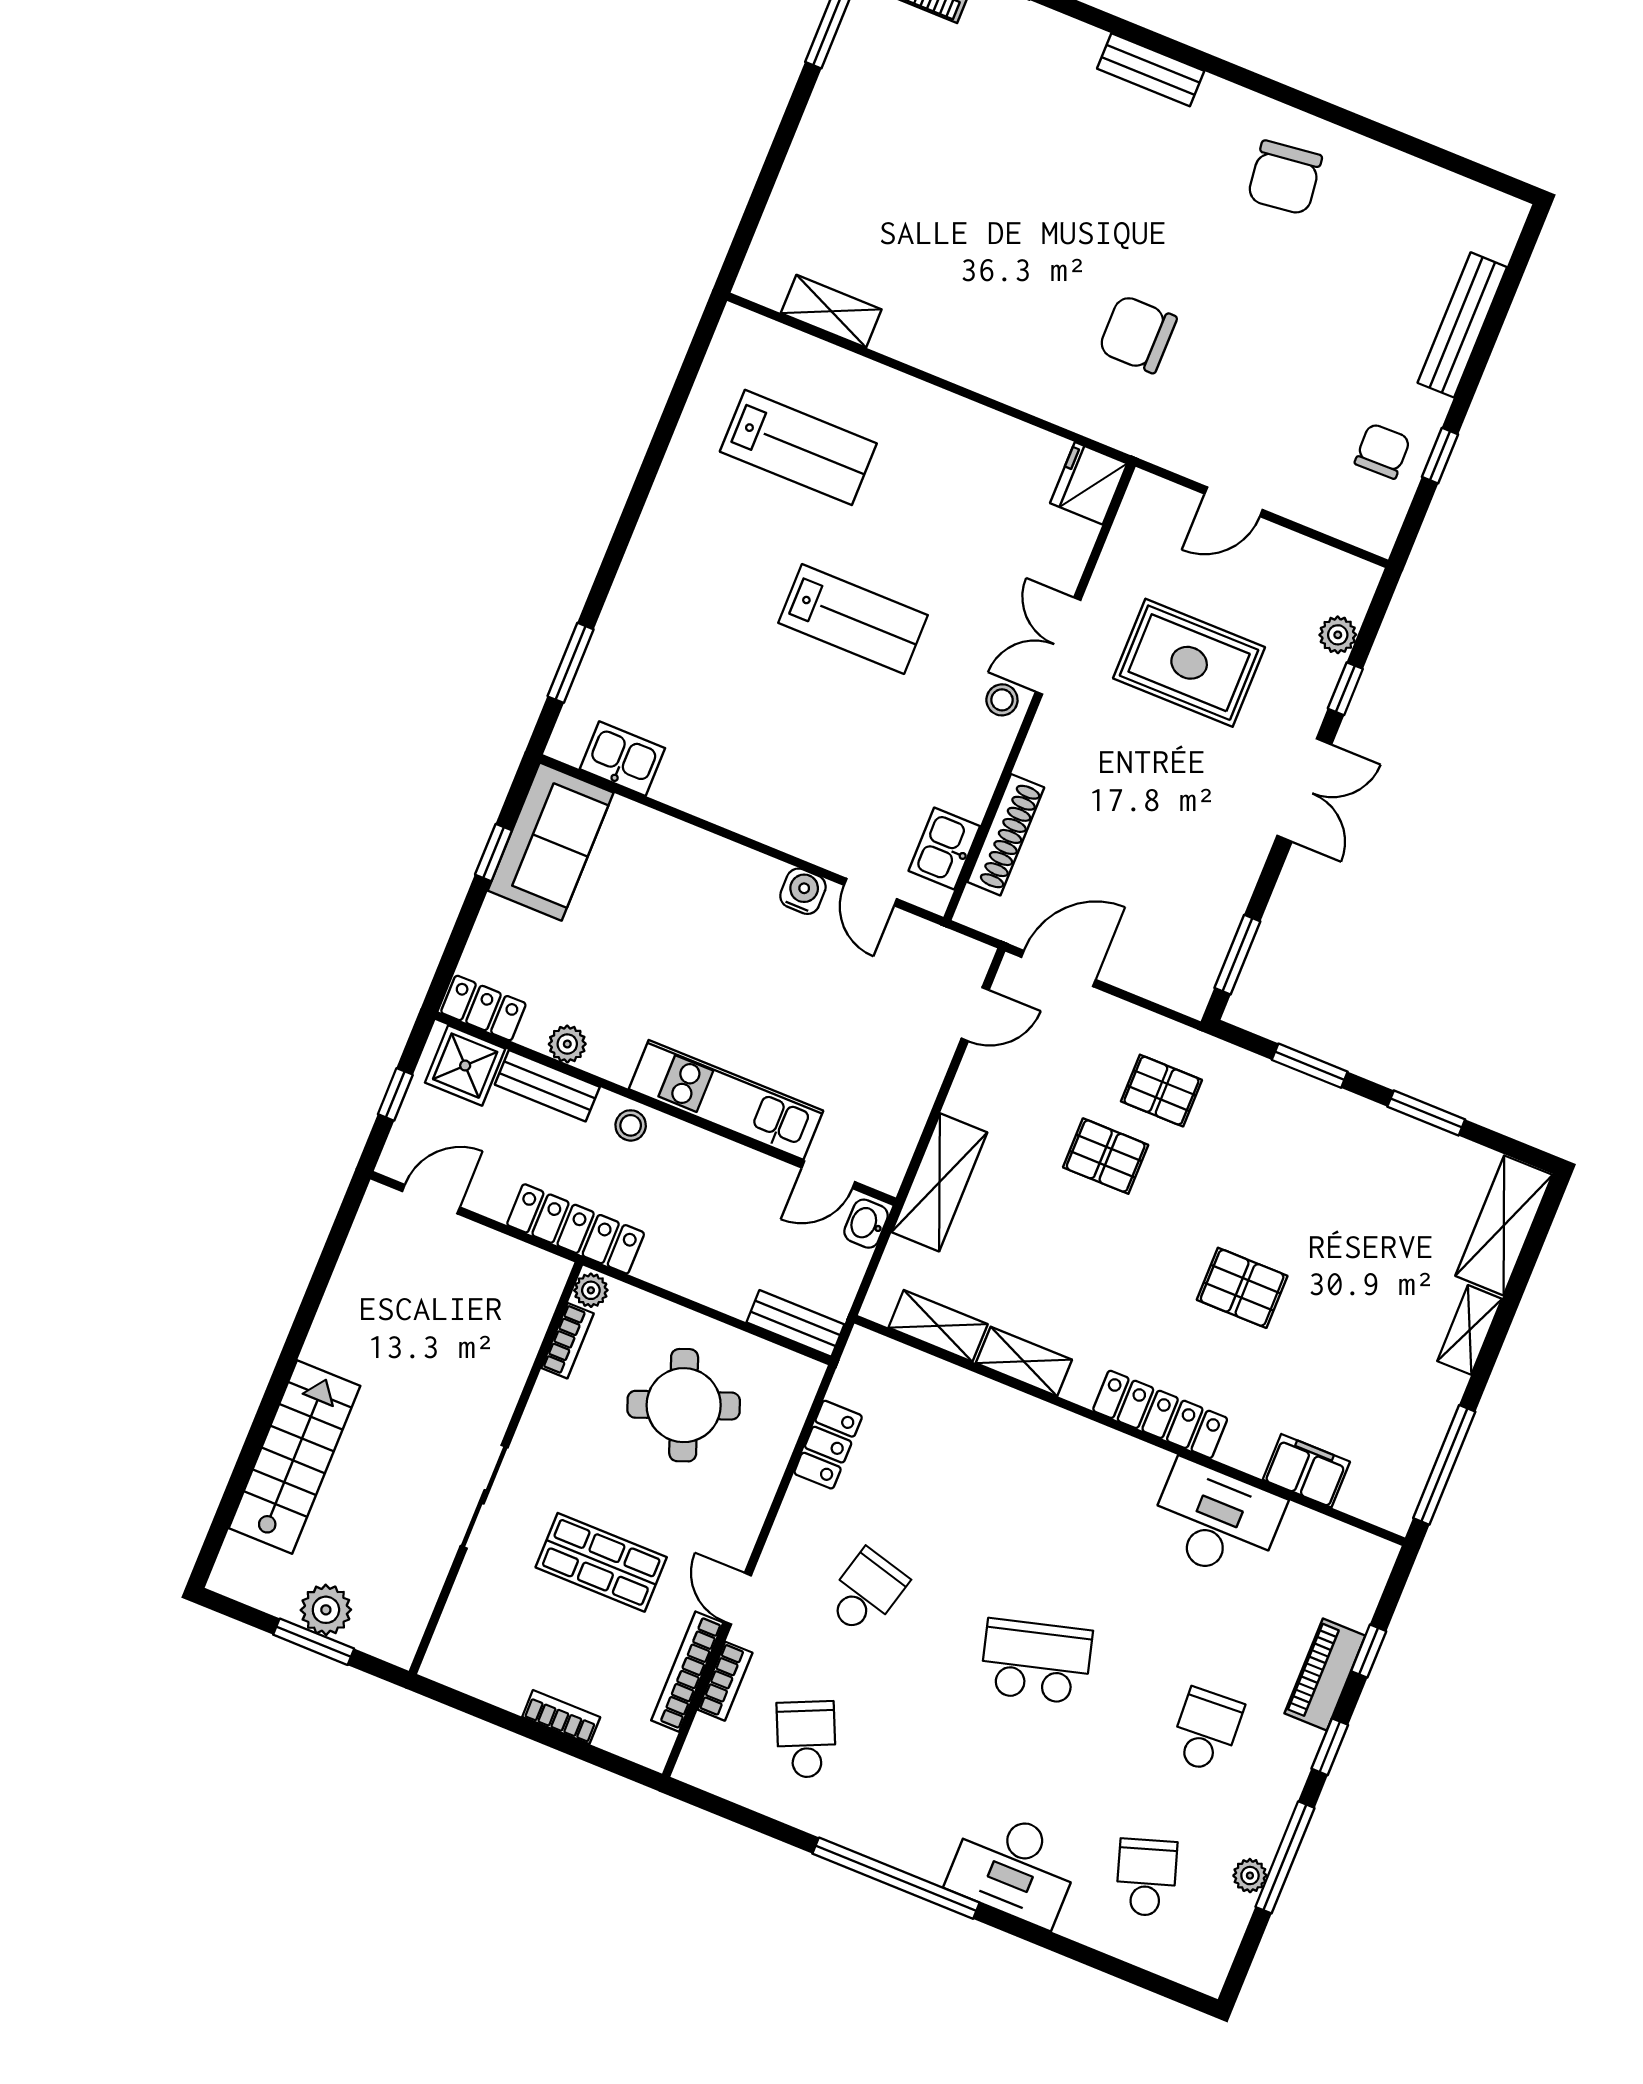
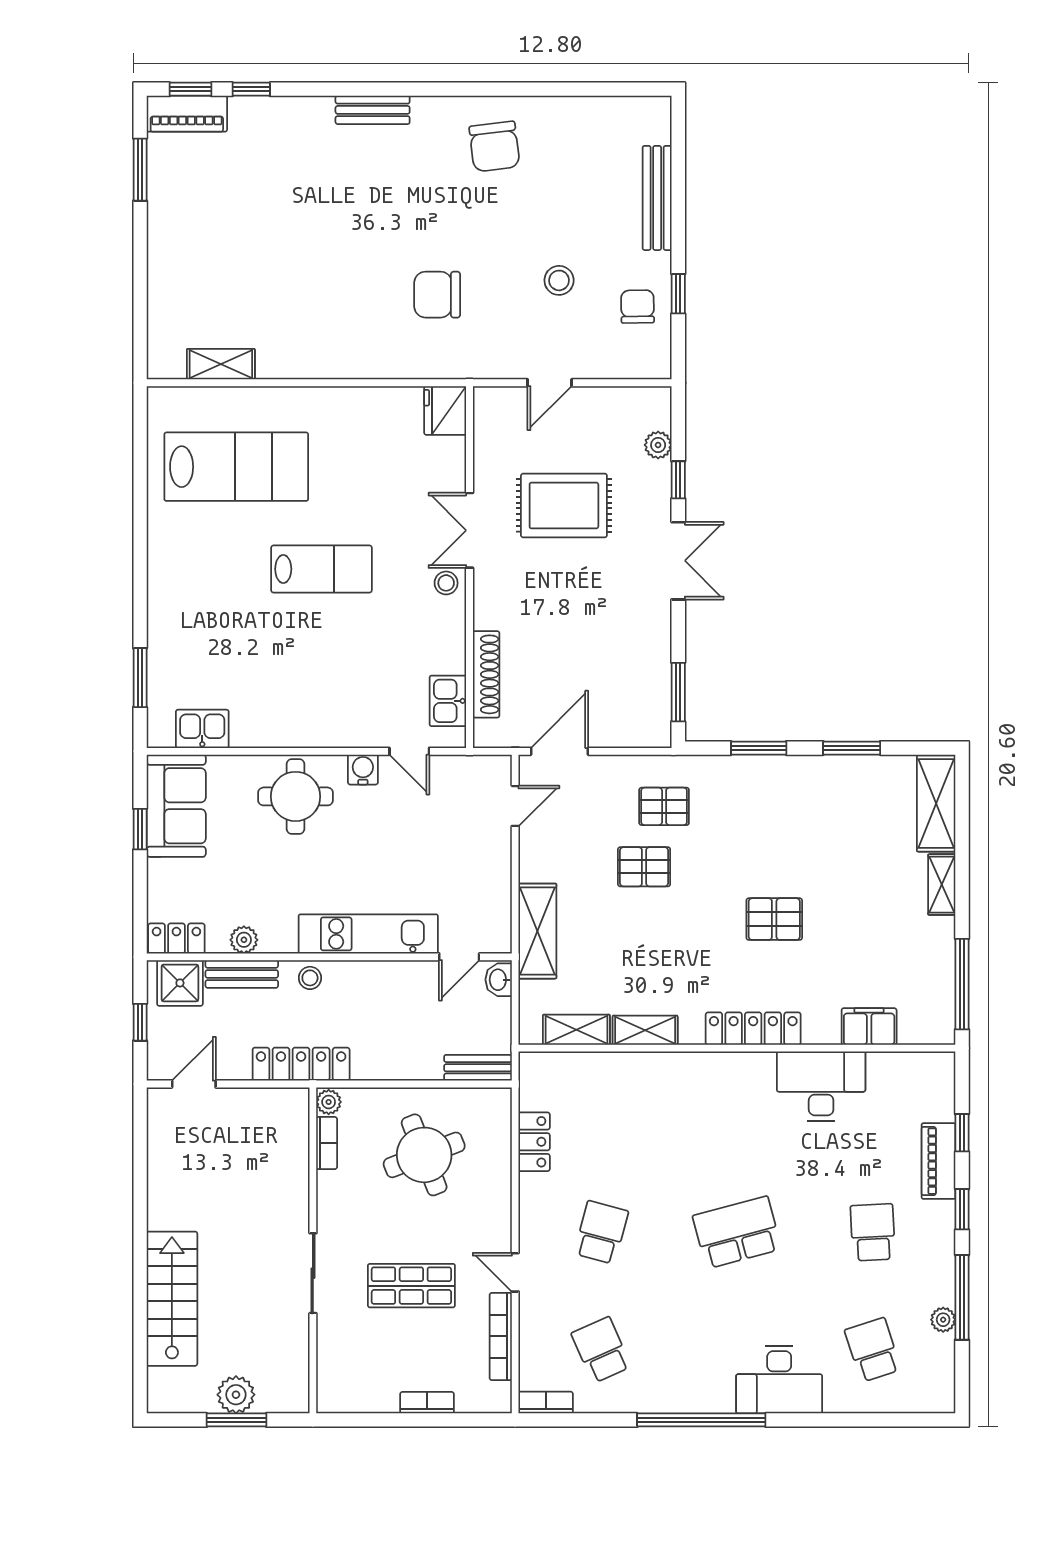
stool: (1297, 378) -> (559, 280), added
lab bench: (798, 447) -> (236, 467), width x1.36, depth x1.39
round table: (705, 891) -> (296, 796), added
bookcase: (725, 1681) -> (546, 1403), moved, turned -90

